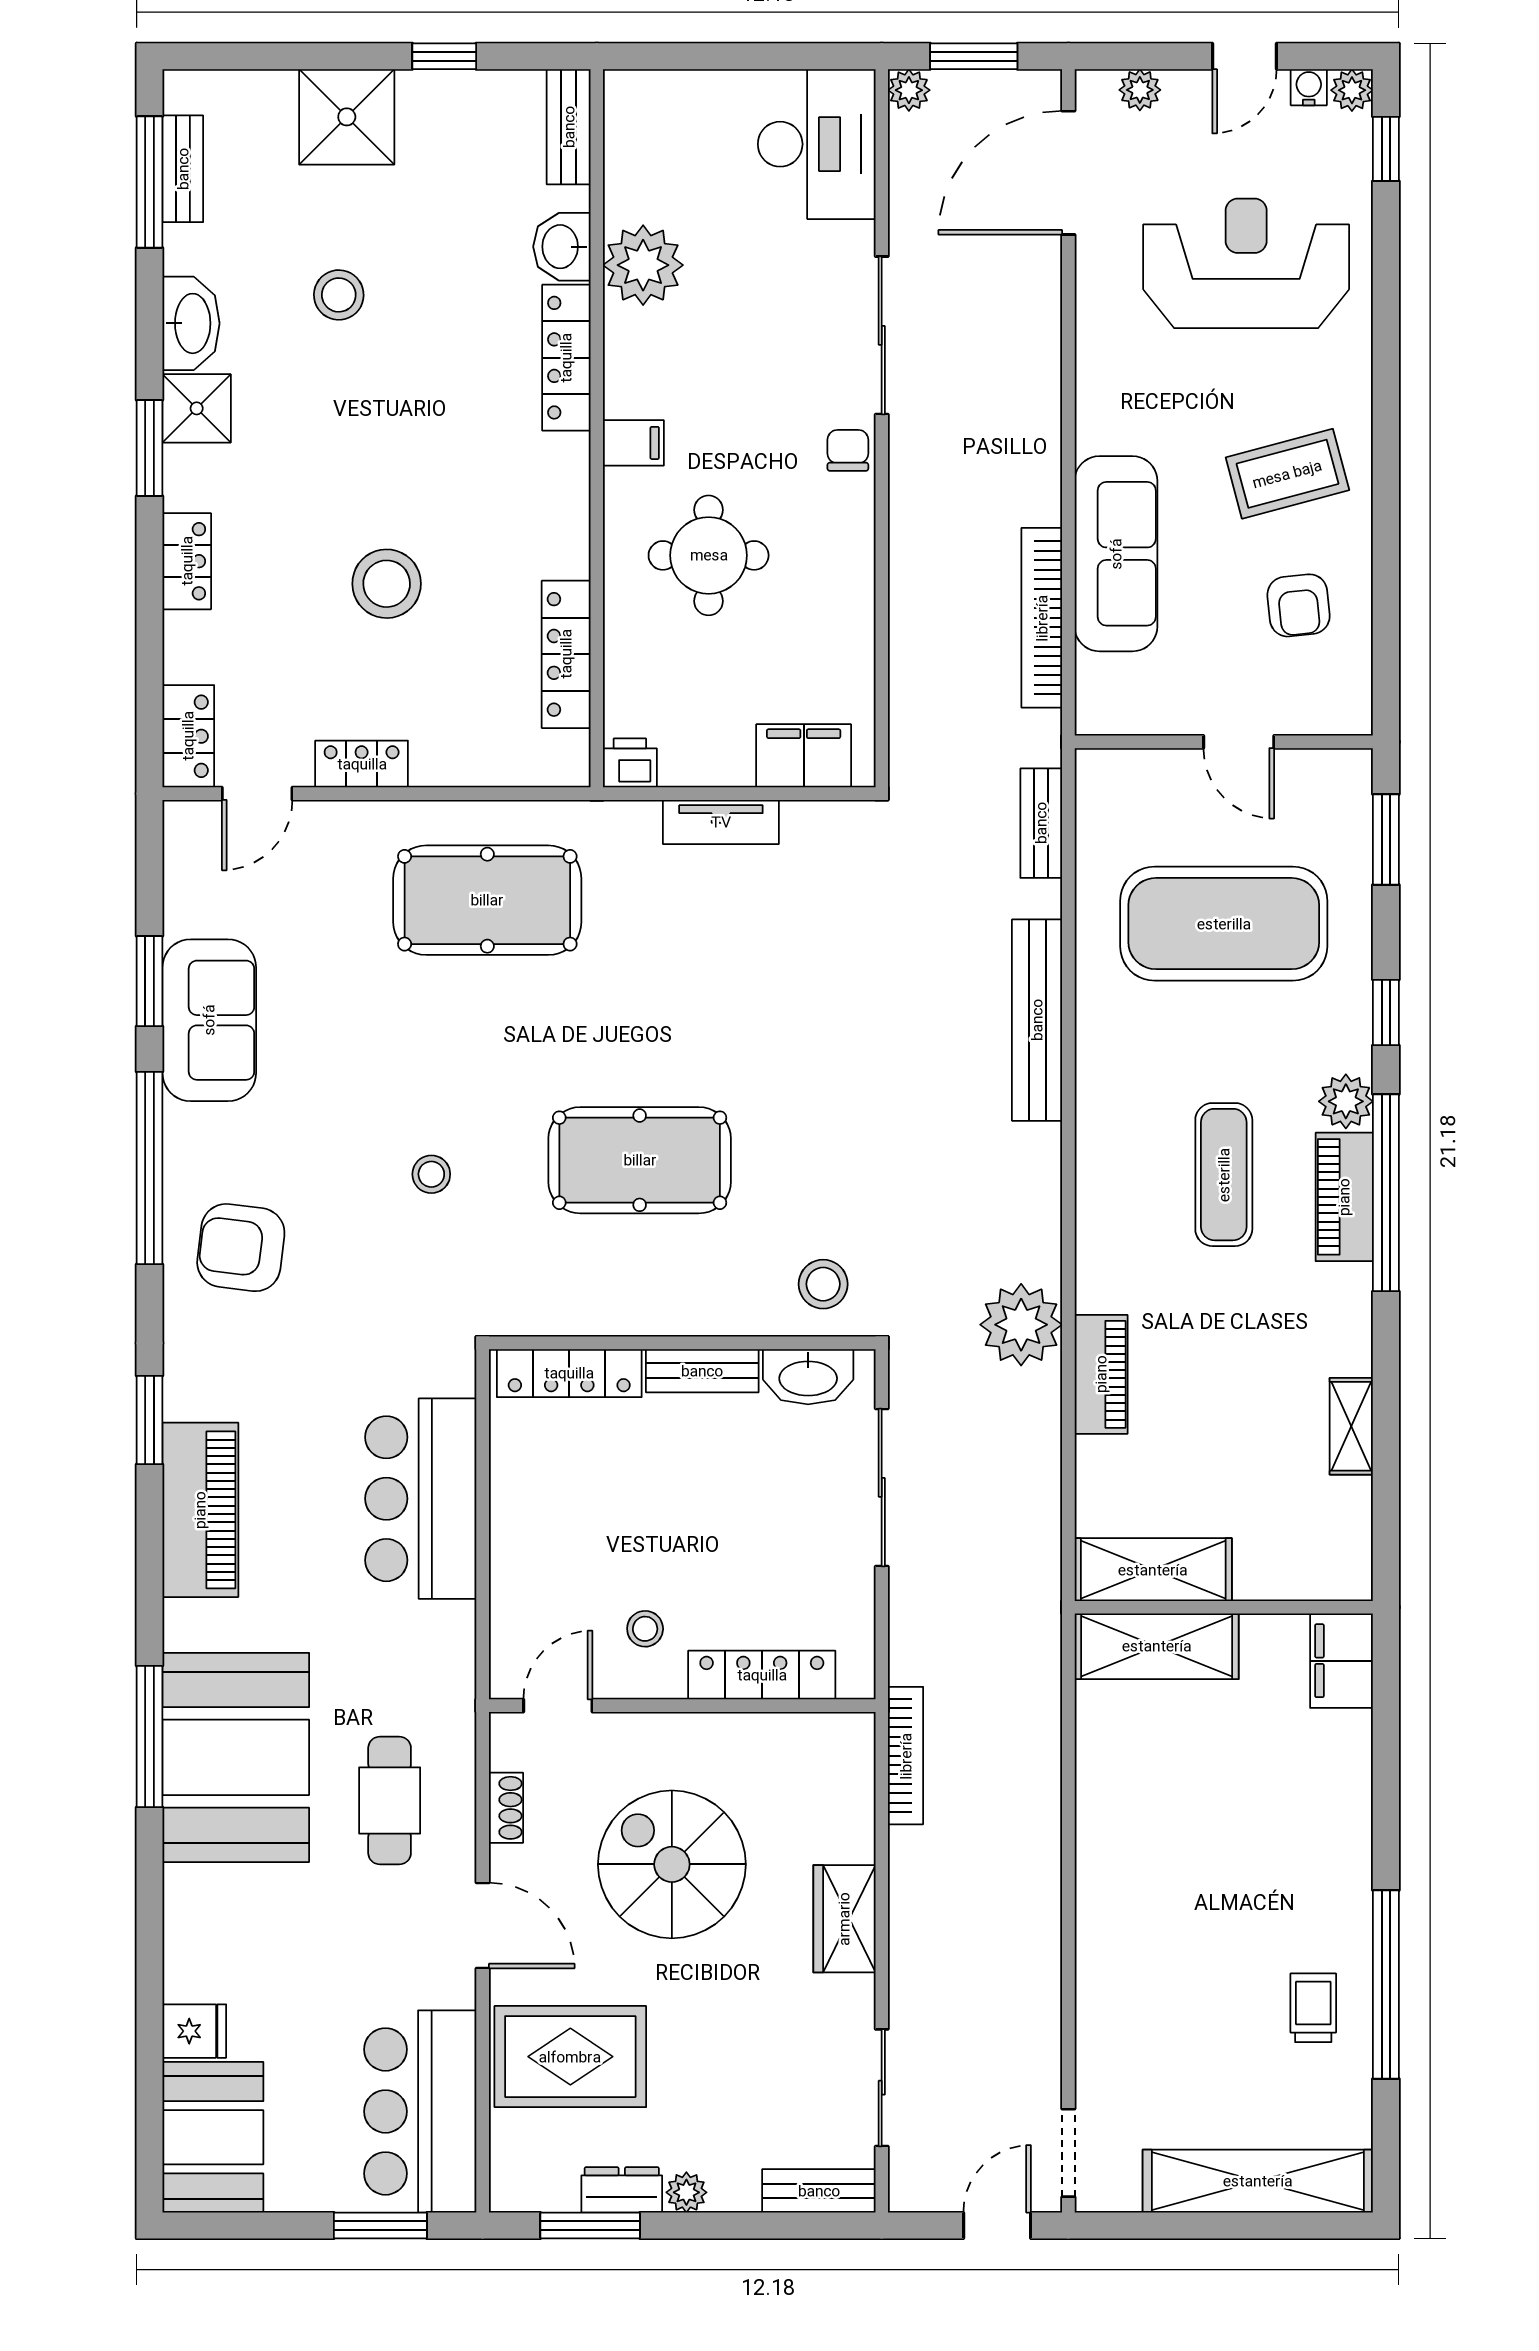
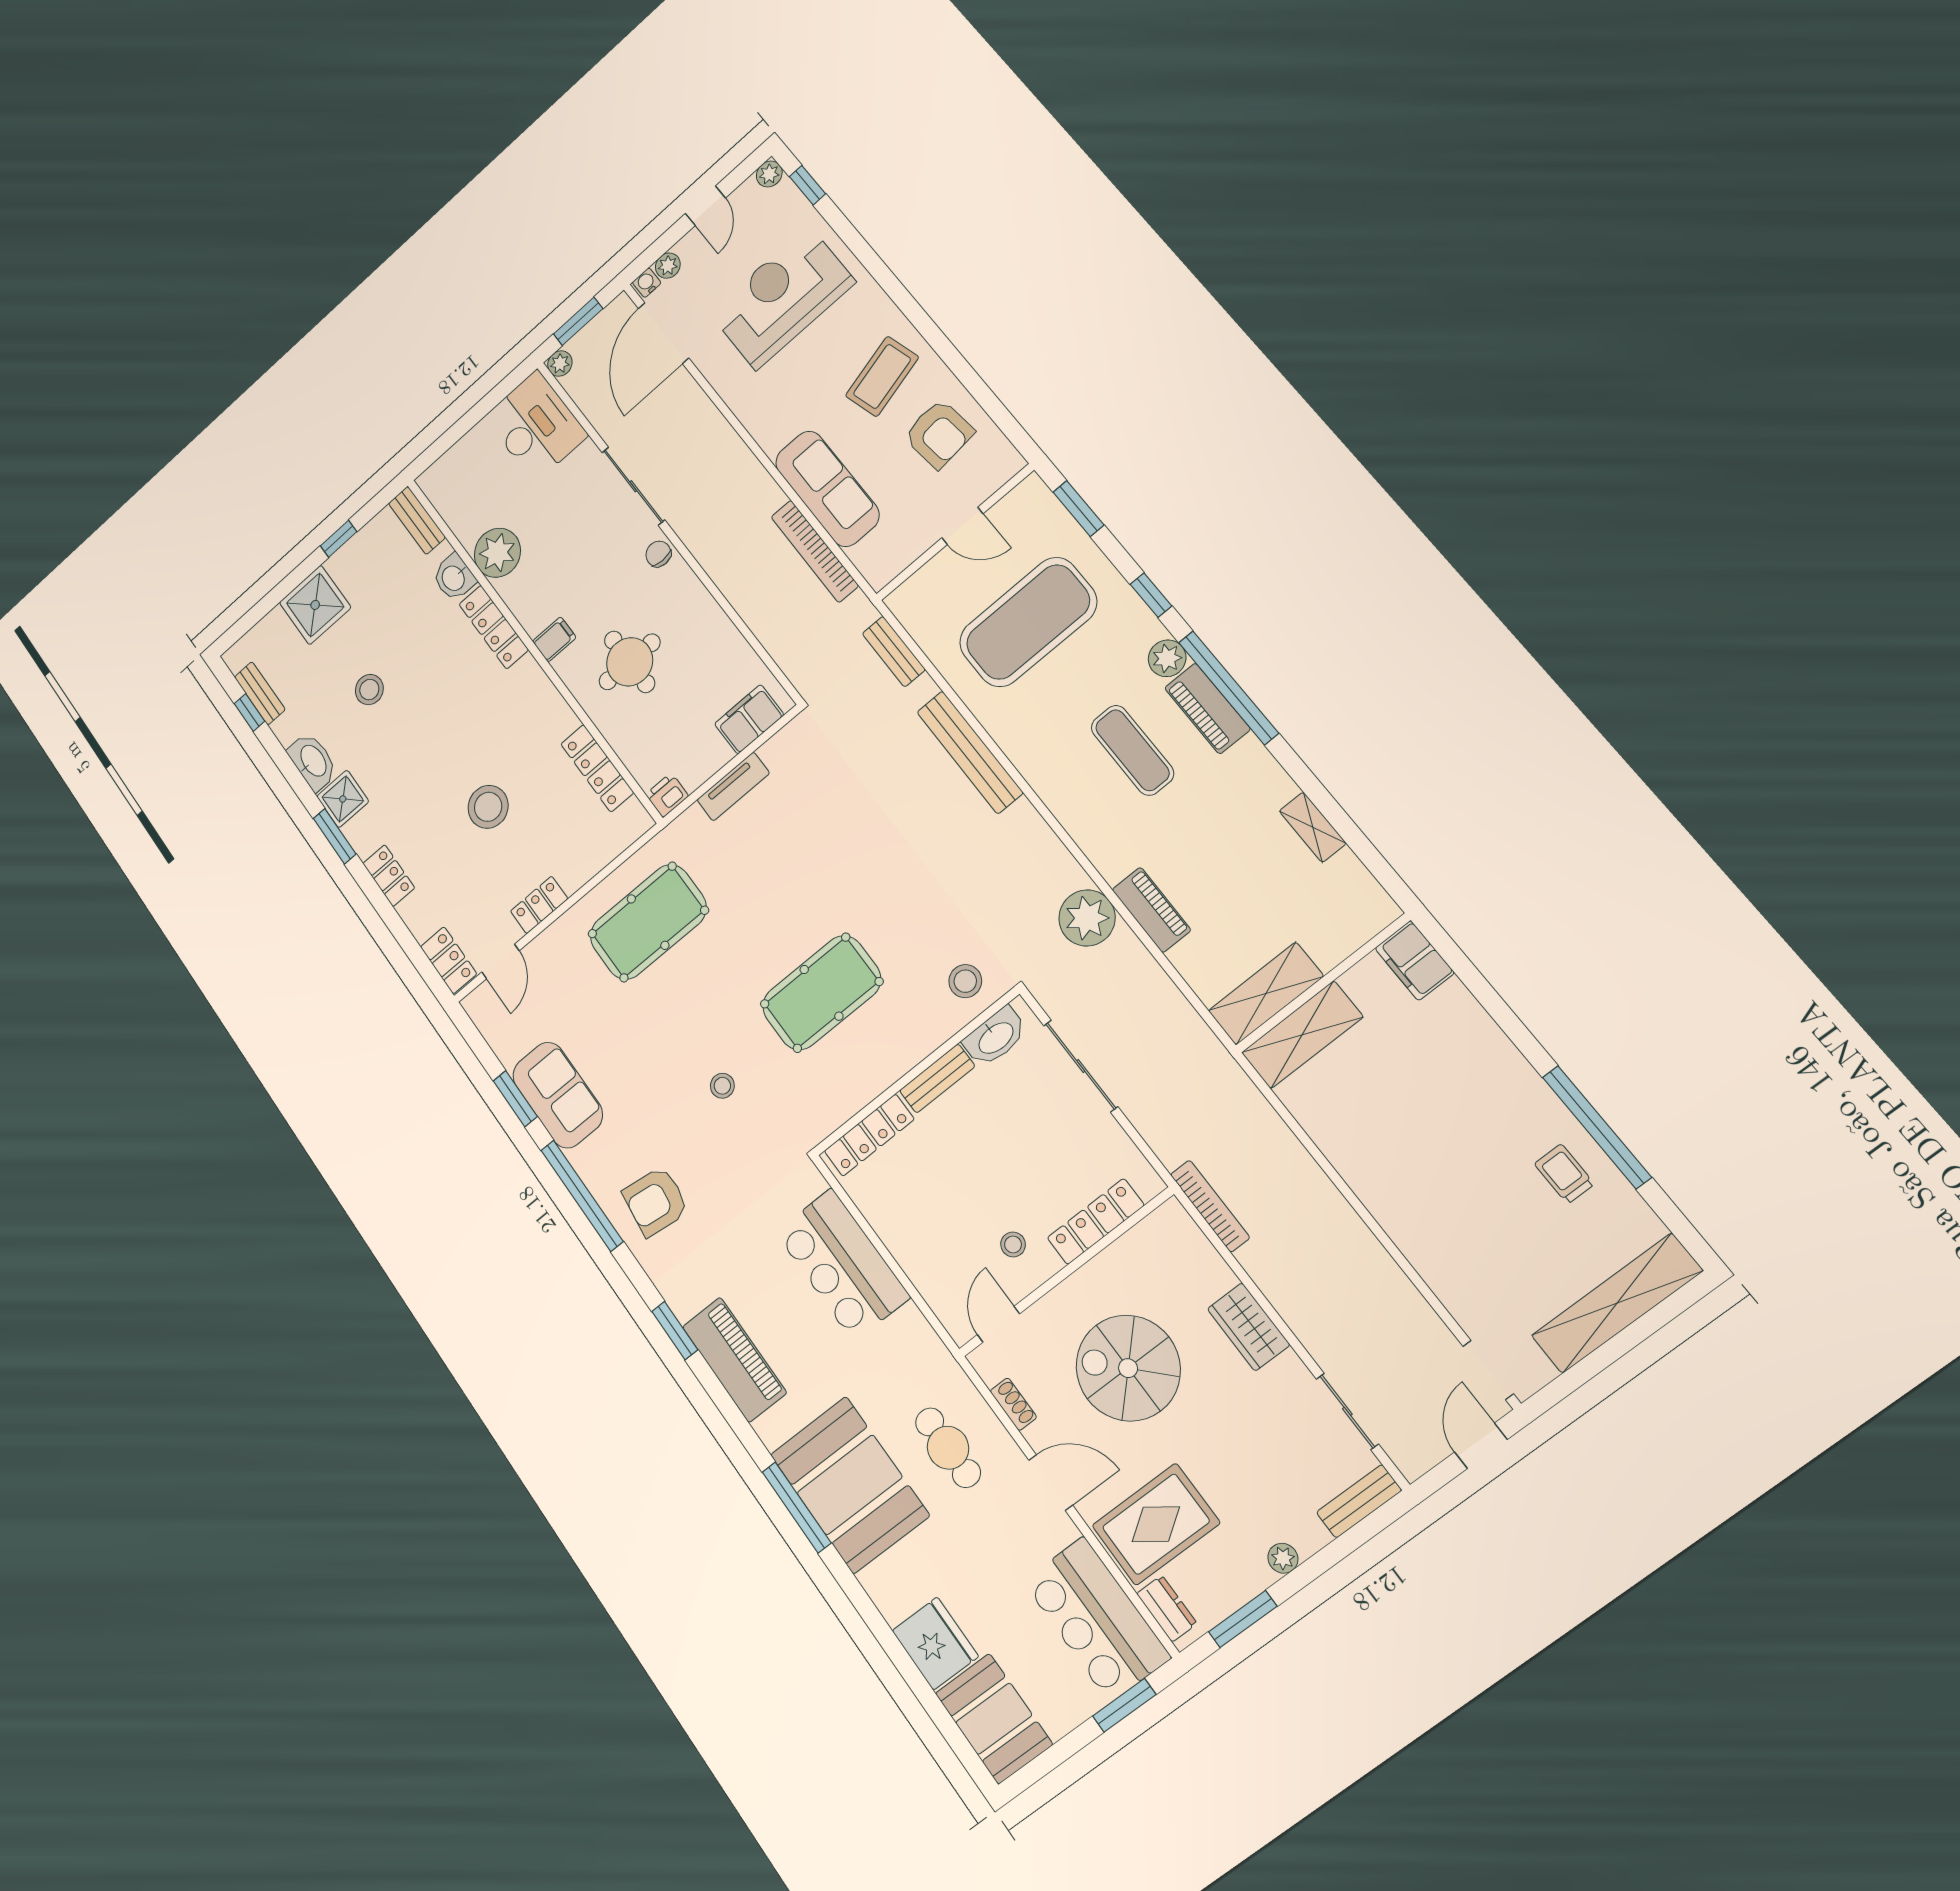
water cooler: (1309, 87) -> (647, 283), moved
window: (150, 182) -> (249, 712), width x0.46
armchair: (1299, 605) -> (939, 434), width x1.38, depth x1.38
fridge: (194, 2031) -> (935, 1644), width x1.88, depth x1.34
dresser: (622, 2190) -> (1167, 1609), moved, turned 90

